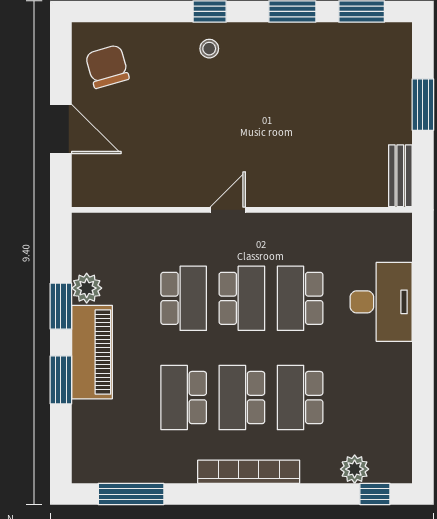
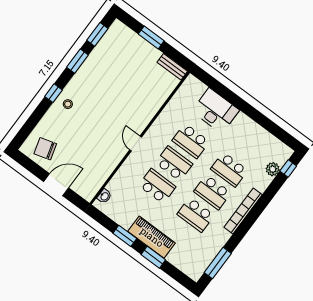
washbasin: (102, 223) -> (104, 196), added
plant: (87, 288) -> (125, 221), removed

